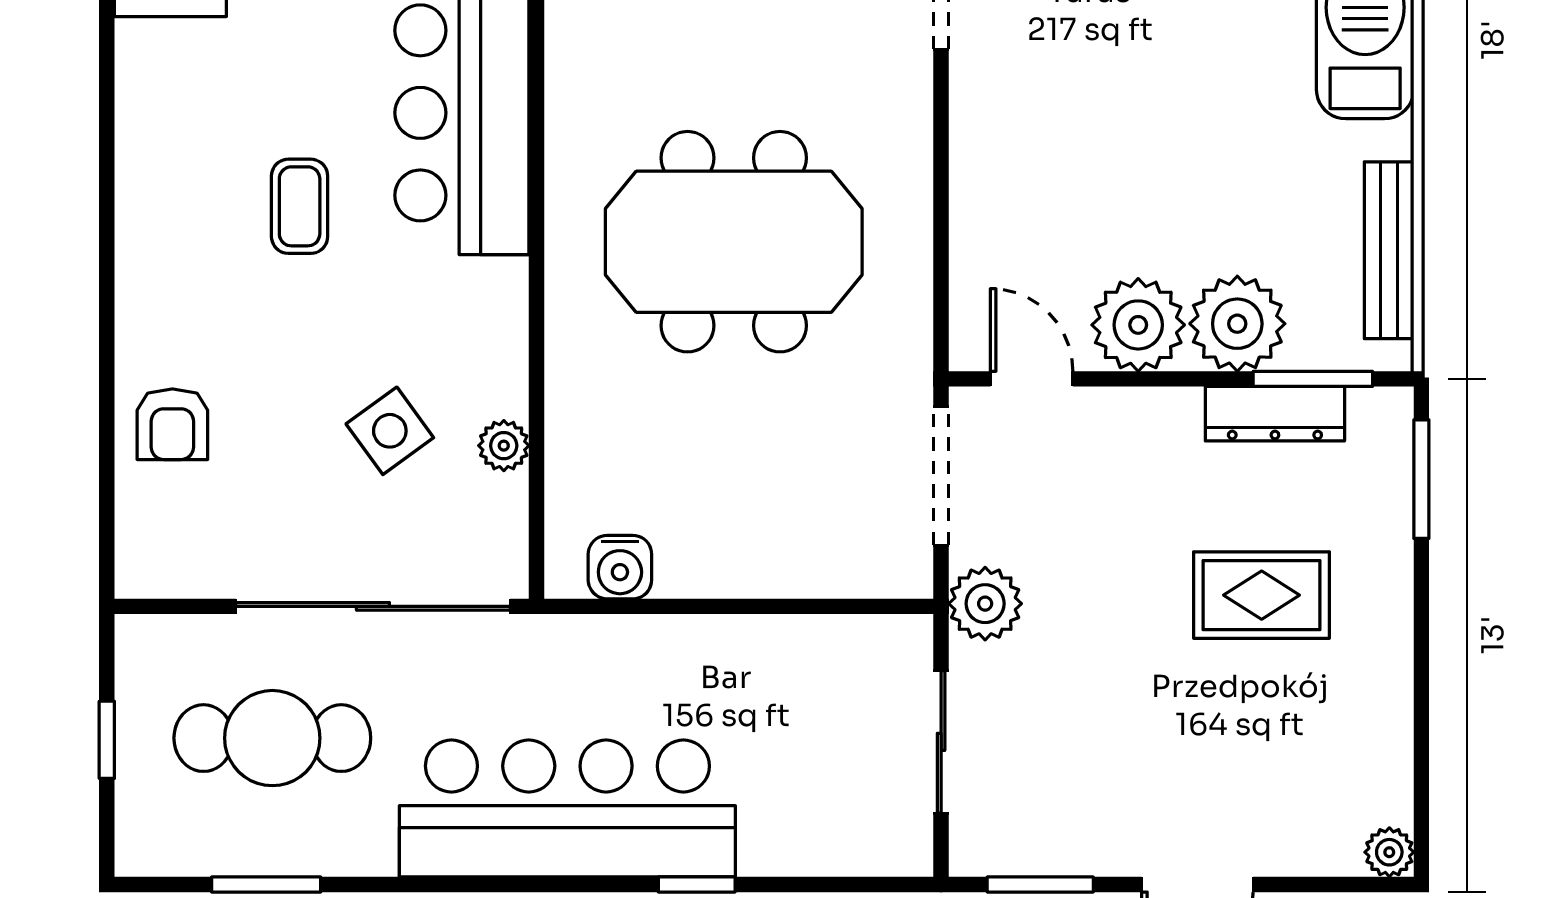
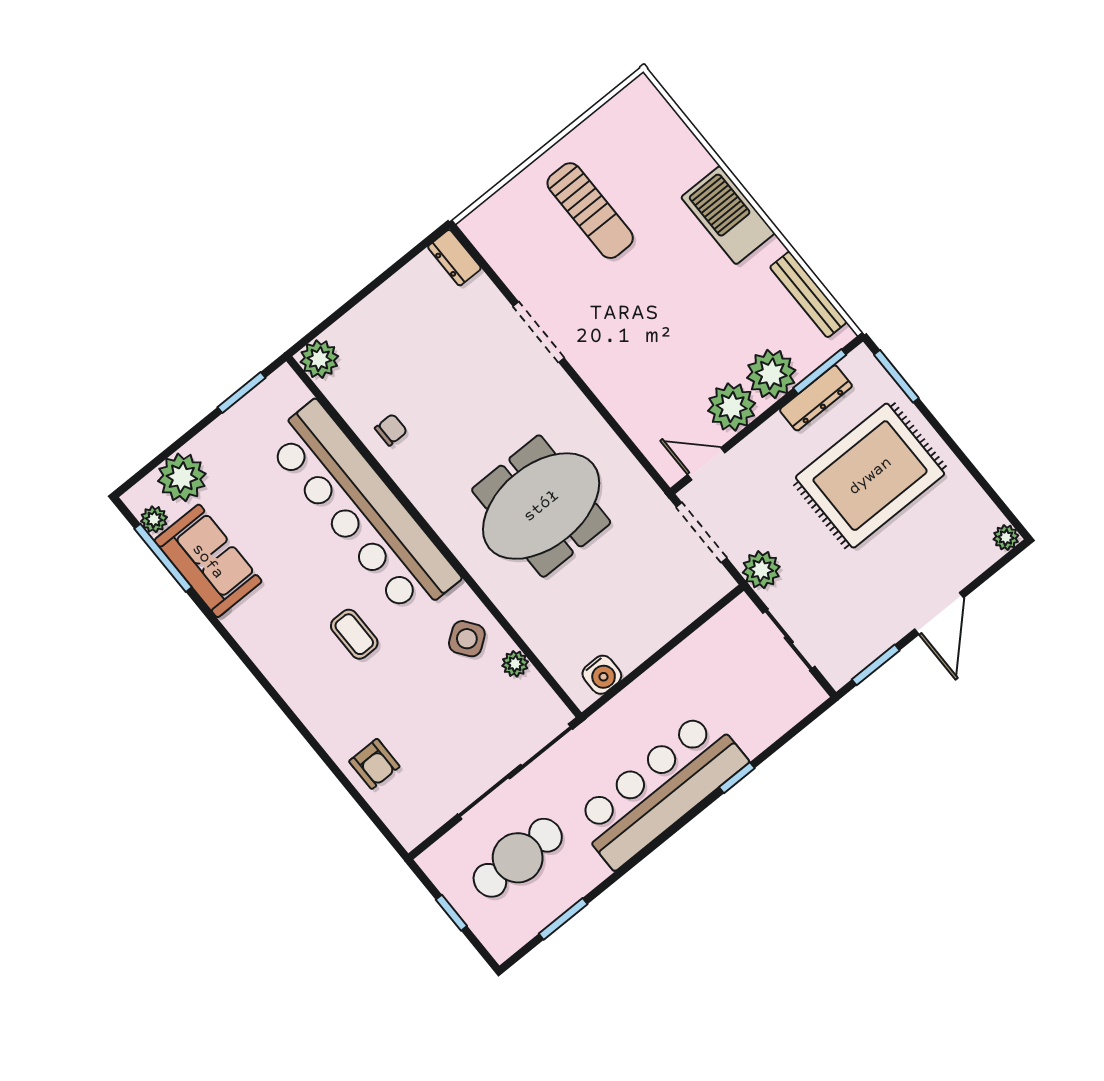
side table: (390, 431) -> (467, 639), moved
rug: (1262, 595) -> (870, 476), width x1.86, depth x2.06

